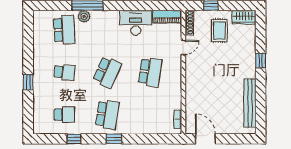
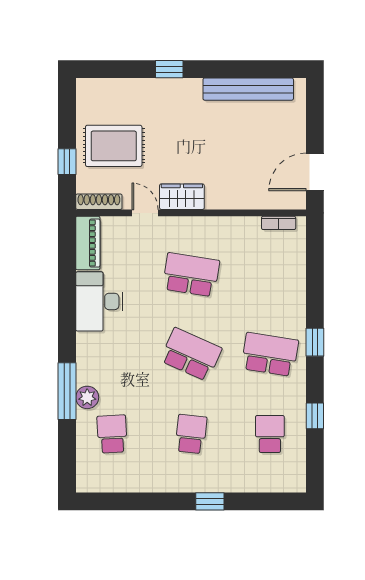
wardrobe: (244, 17) -> (182, 197), moved, turned -90
school desk: (64, 30) -> (112, 434), width x0.54
rug: (219, 31) -> (114, 146), width x1.36, depth x1.43

